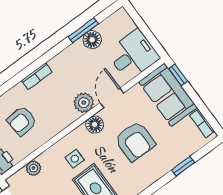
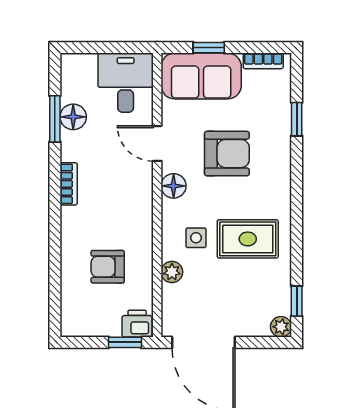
window: (178, 75) -> (209, 48), moved
bookcase: (37, 76) -> (69, 184), moved
plant: (84, 103) -> (139, 180), removed
armchair: (22, 121) -> (108, 267), turned 95
plant: (33, 168) -> (172, 272), moved

